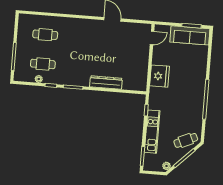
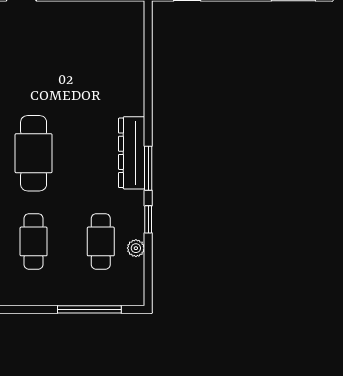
cafe table: (84, 38) -> (34, 153), added
dresser: (106, 83) -> (132, 153), moved

